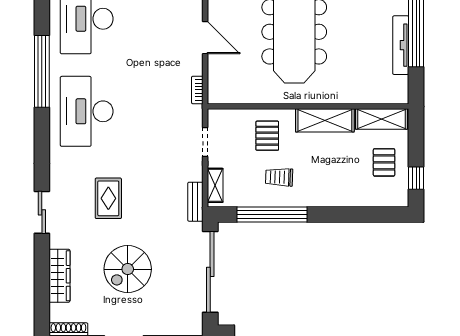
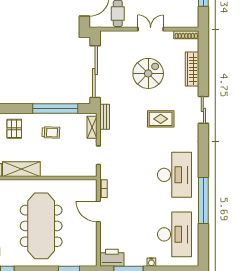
door: (205, 38) -> (98, 211), moved
pallet: (267, 136) -> (14, 129), moved
rug: (108, 198) -> (161, 119), turned 90

